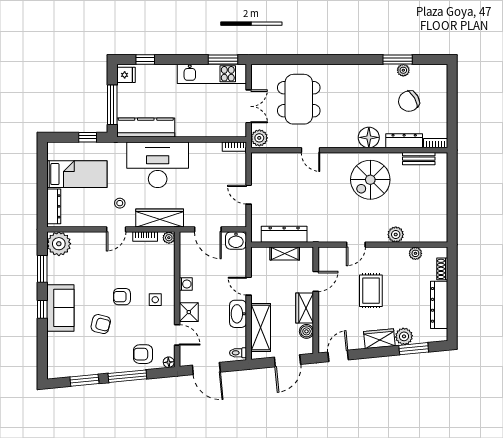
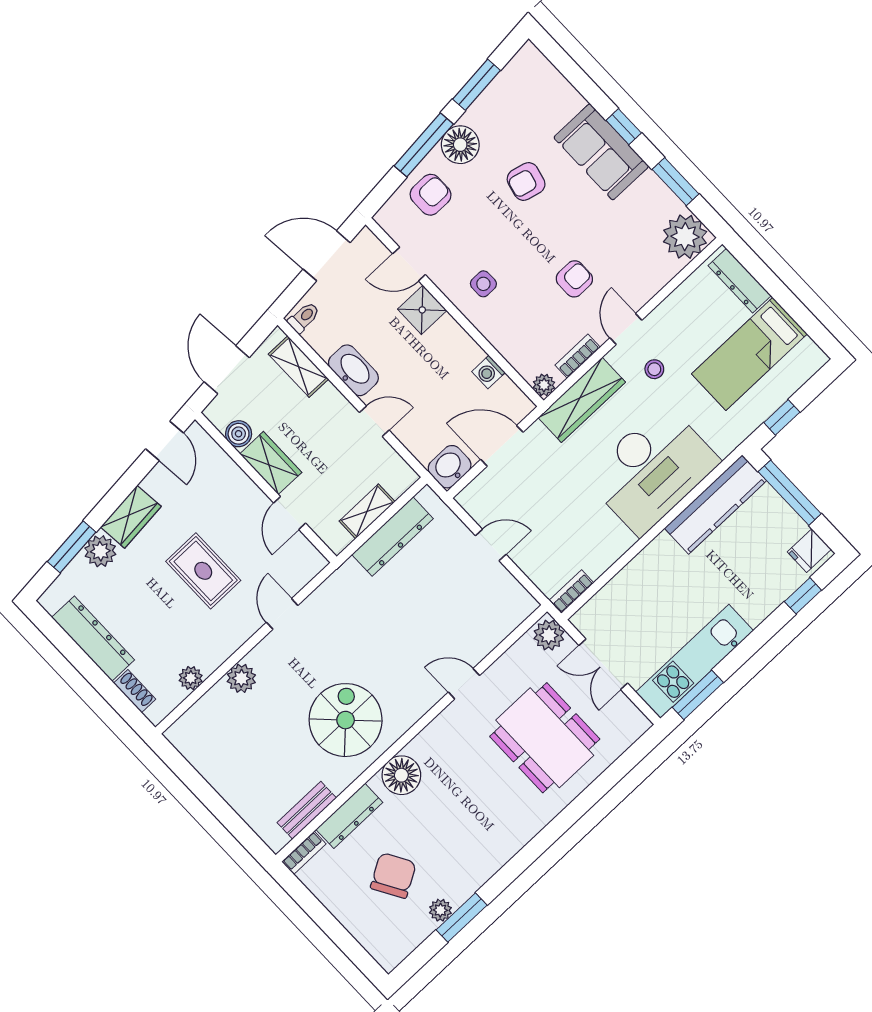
washing machine: (186, 284) -> (488, 372), moved
armchair: (122, 297) -> (574, 279), moved
shelving: (261, 328) -> (298, 367), width x0.67, depth x0.75
floor lamp: (169, 362) -> (460, 145), moved, width x1.89, depth x1.89

